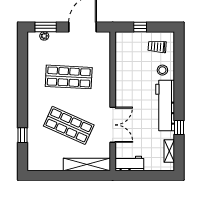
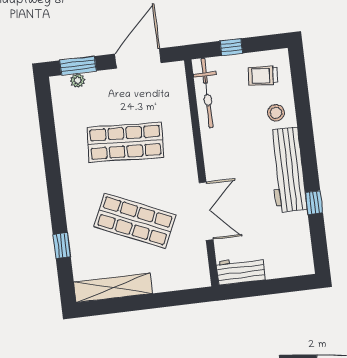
bicycle: (122, 53) -> (207, 93), added
shelving: (169, 151) -> (303, 243), removed
shelving: (87, 164) -> (113, 288), moved

